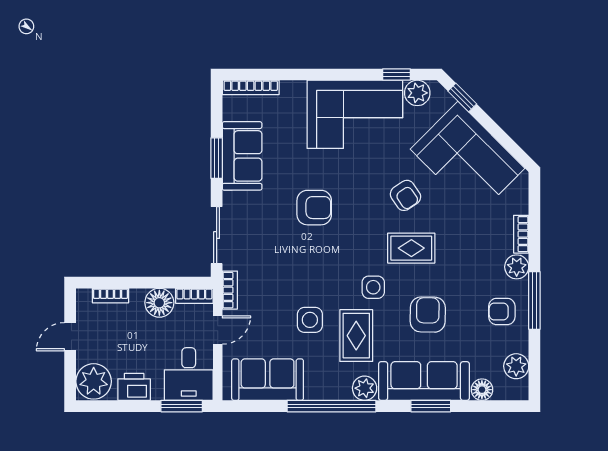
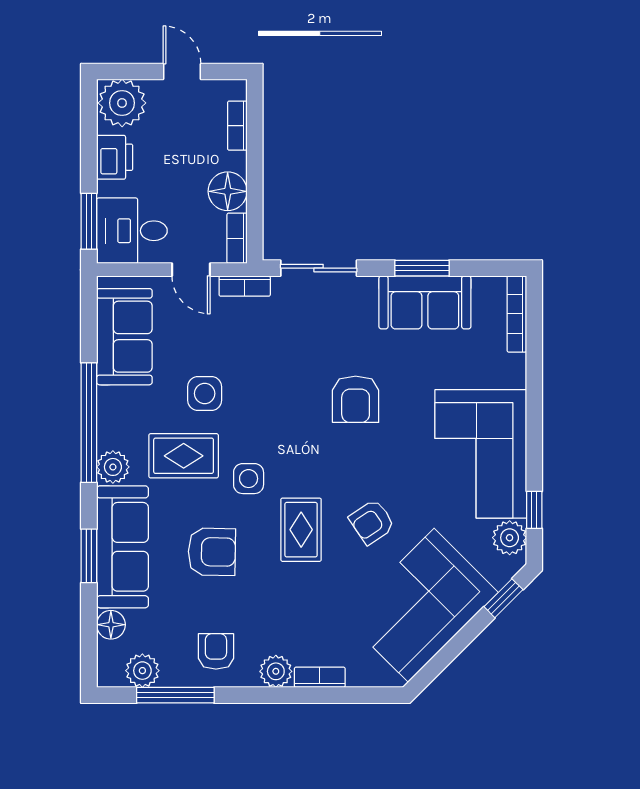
window: (534, 300) -> (175, 695), moved

